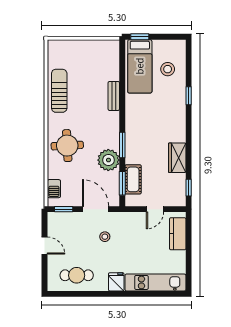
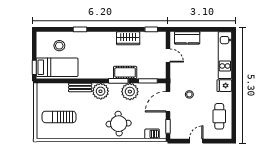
sun lounger: (59, 91) -> (59, 117), moved
plant: (109, 122) -> (101, 91), added
cot: (133, 179) -> (125, 72), moved

